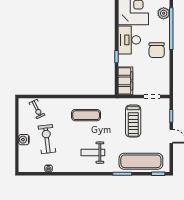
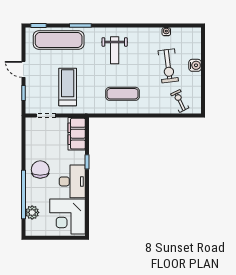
weight bench: (93, 153) -> (115, 50), turned 90

